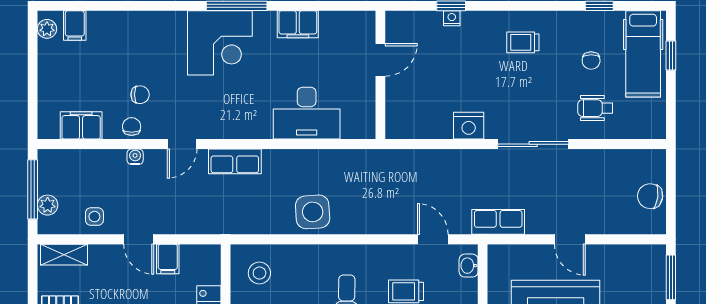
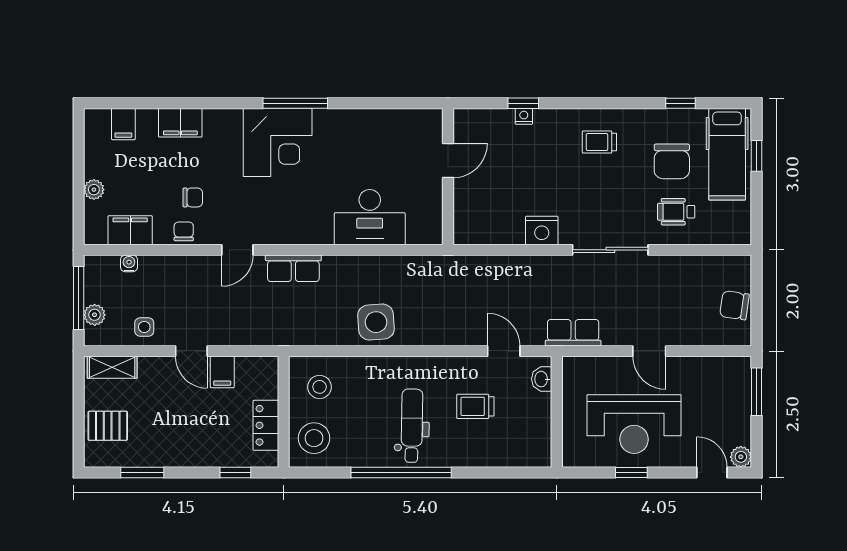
filing cabinet: (298, 24) -> (180, 123), moved
plant: (47, 29) -> (94, 190), moved
chair: (591, 61) -> (672, 161), width x1.87, depth x1.87
water cooler: (135, 157) -> (129, 263), moved

